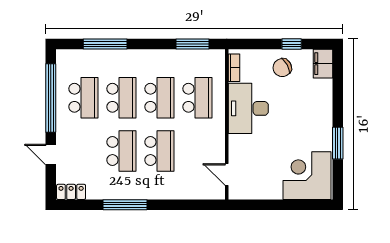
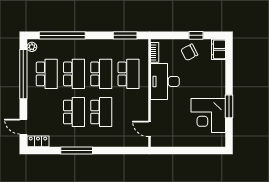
window: (105, 44) -> (62, 35), width x1.46
plant: (63, 60) -> (32, 47), added
door: (51, 154) -> (23, 127), moved
corner desk: (307, 176) -> (208, 115), moved, turned -90

